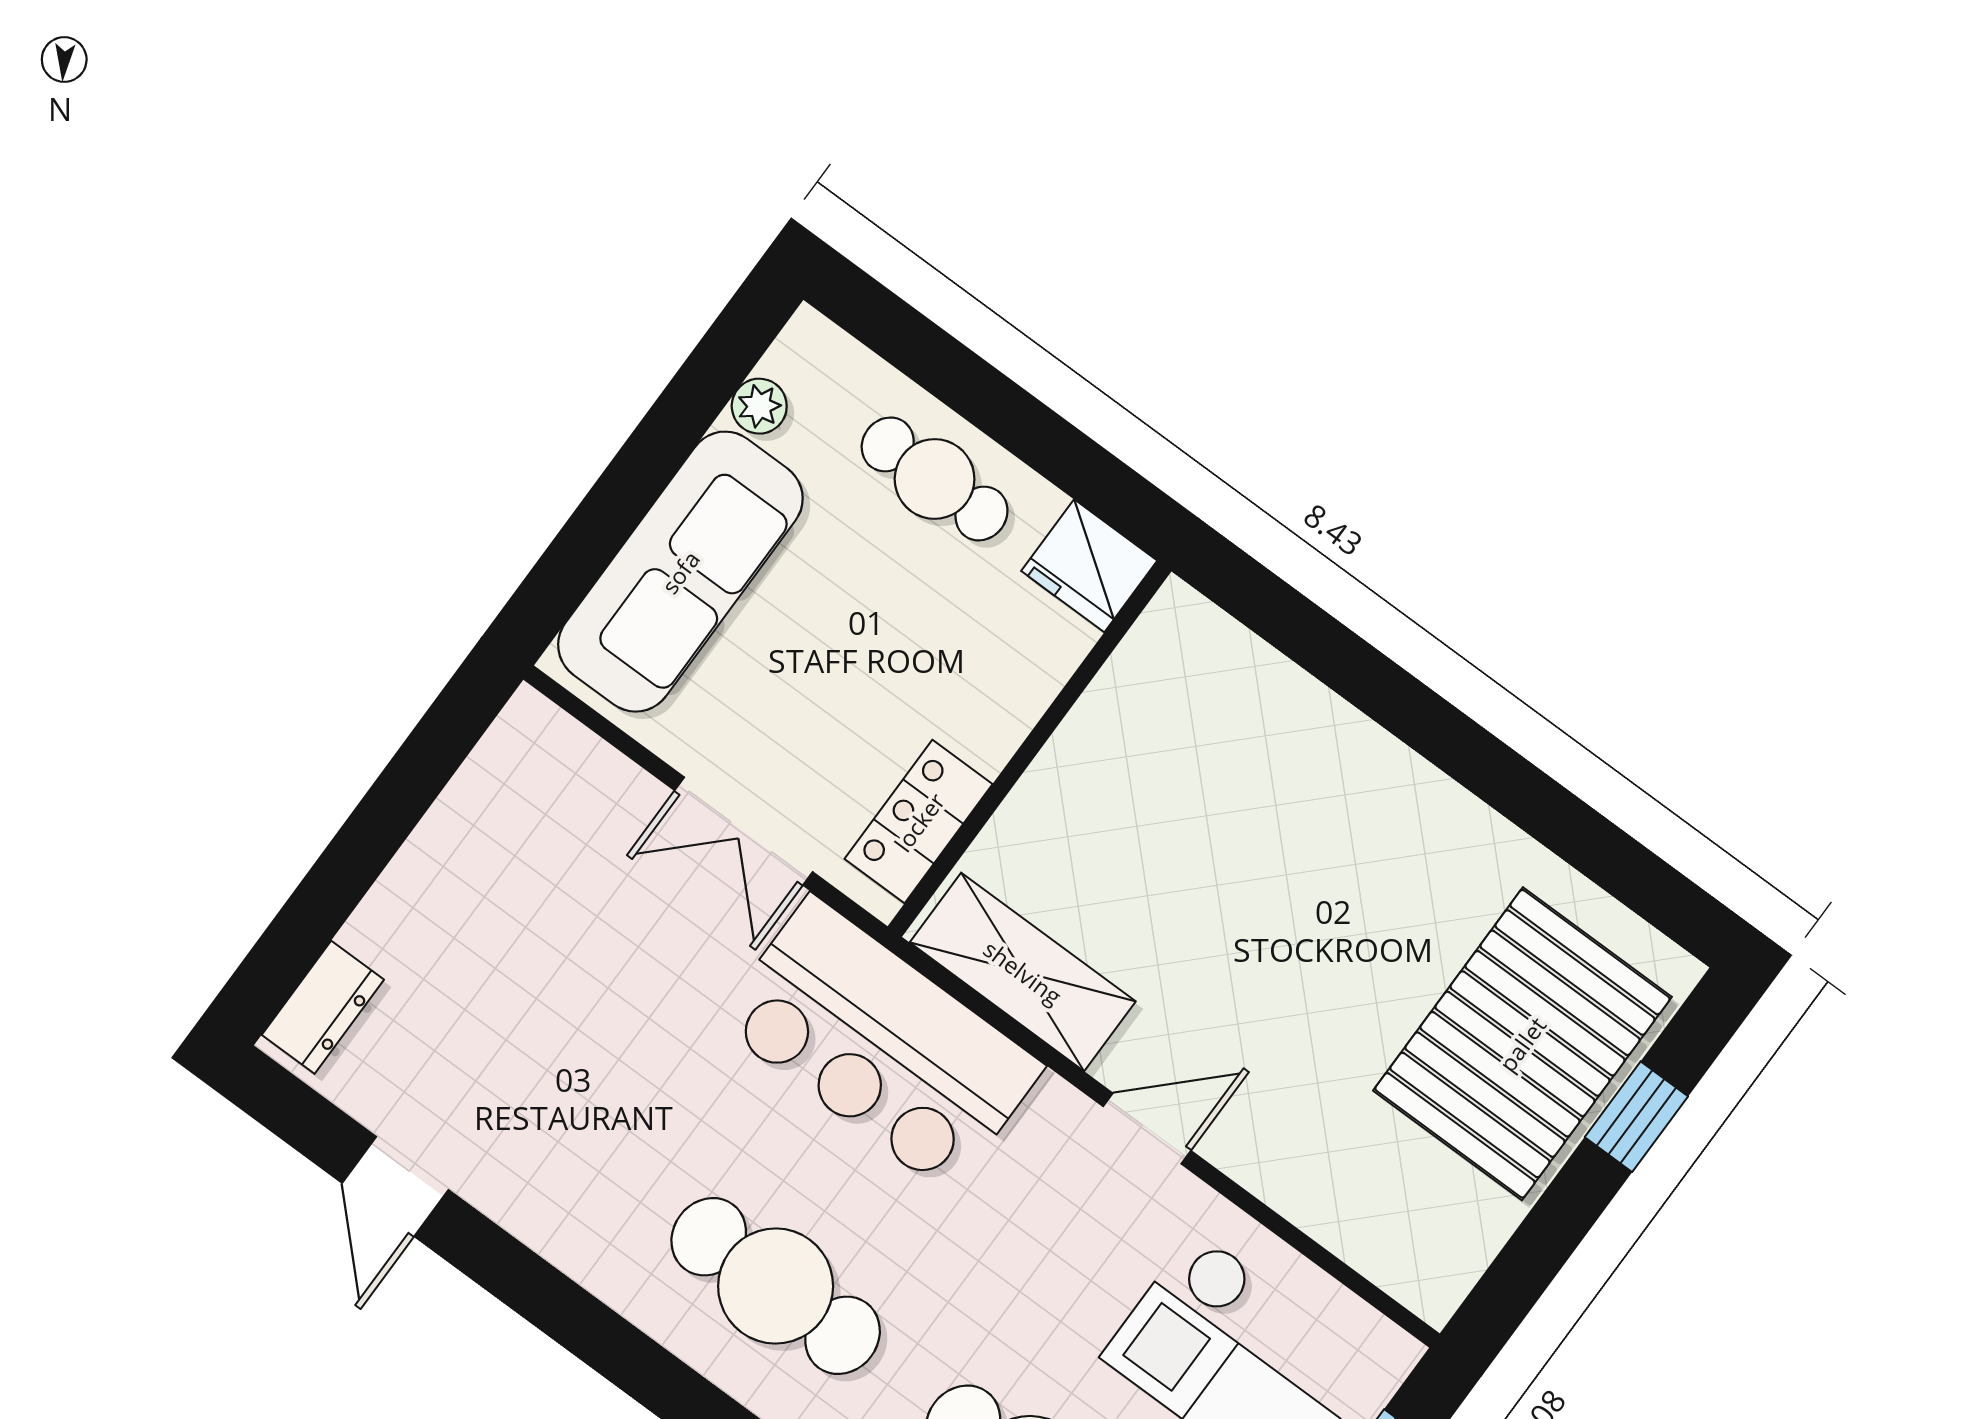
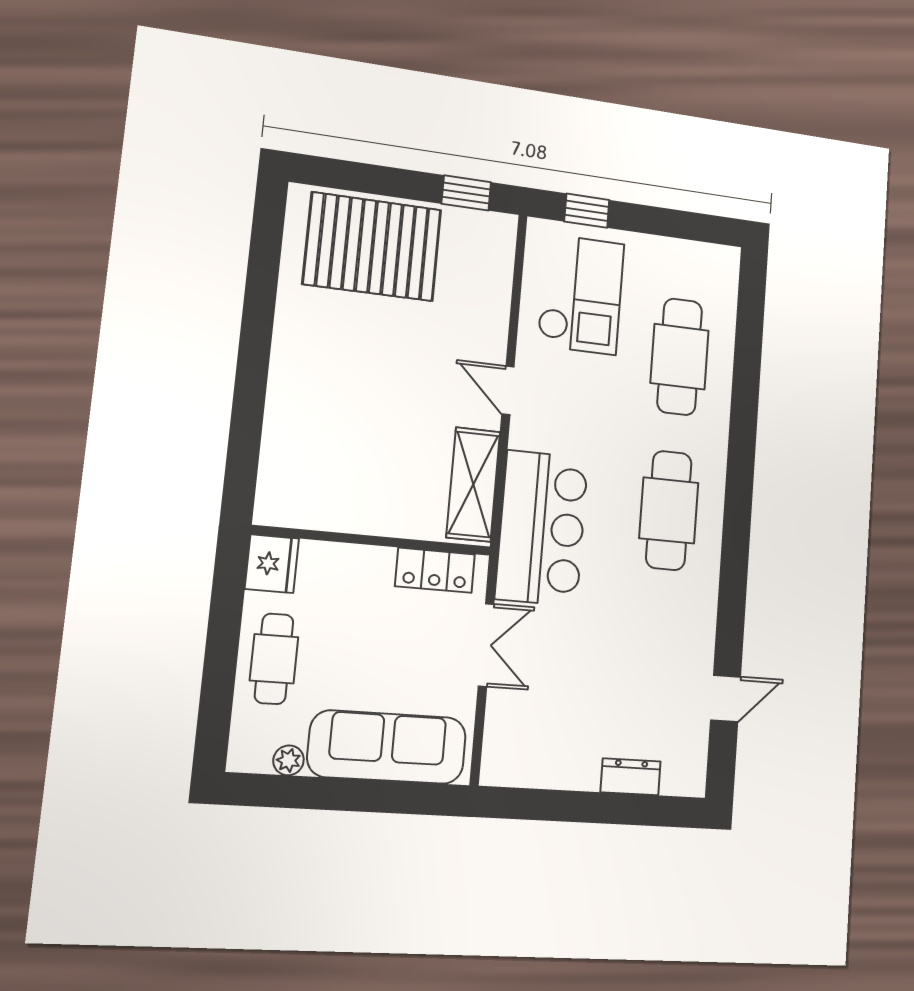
dresser: (323, 1007) -> (631, 777), moved
window: (1636, 1117) -> (466, 193), moved

